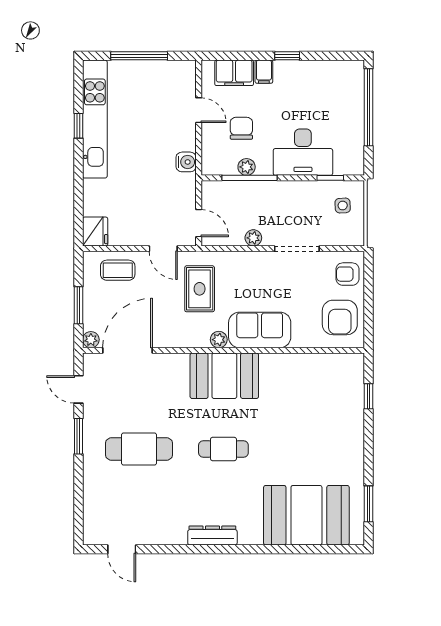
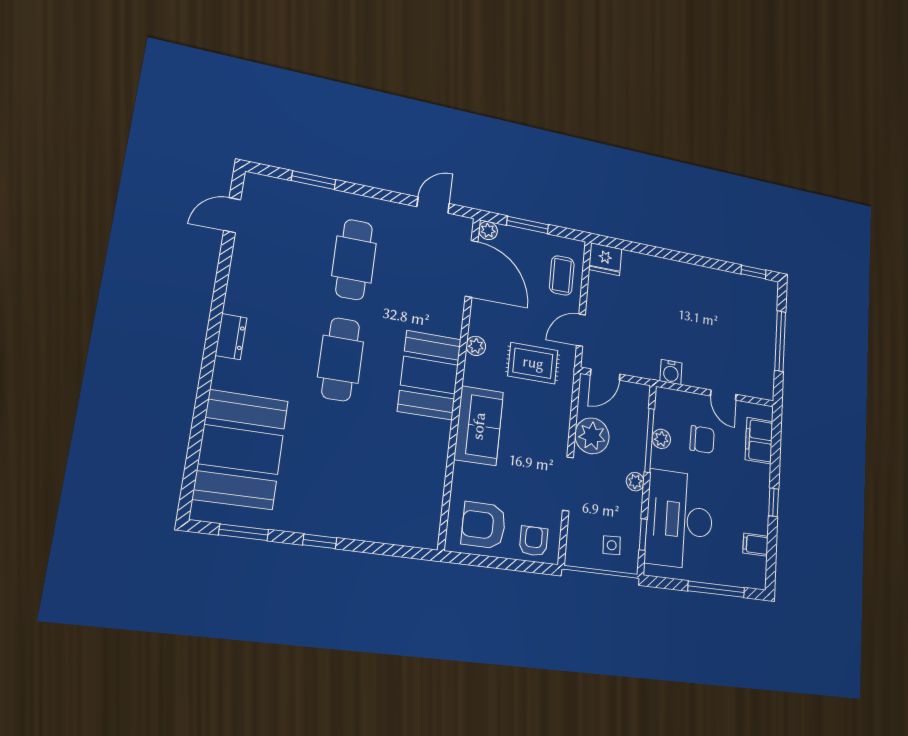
filing cabinet: (264, 72) -> (756, 545), moved
window: (368, 107) -> (716, 589), width x0.68
door: (199, 110) -> (723, 395), hinge flipped
kitchen unit: (95, 119) -> (720, 282), removed
window: (78, 126) -> (753, 272), moved
desk: (303, 152) -> (680, 520), width x1.36, depth x1.30
plant: (287, 188) -> (635, 482), added
plant: (253, 238) -> (592, 436), width x1.88, depth x1.88
plant: (219, 340) -> (476, 346), moved
window: (368, 396) -> (320, 541), moved
window: (78, 436) -> (314, 180), moved
cafe table: (223, 449) -> (341, 359), width x1.37, depth x1.35
dresser: (212, 536) -> (231, 337), width x0.70

